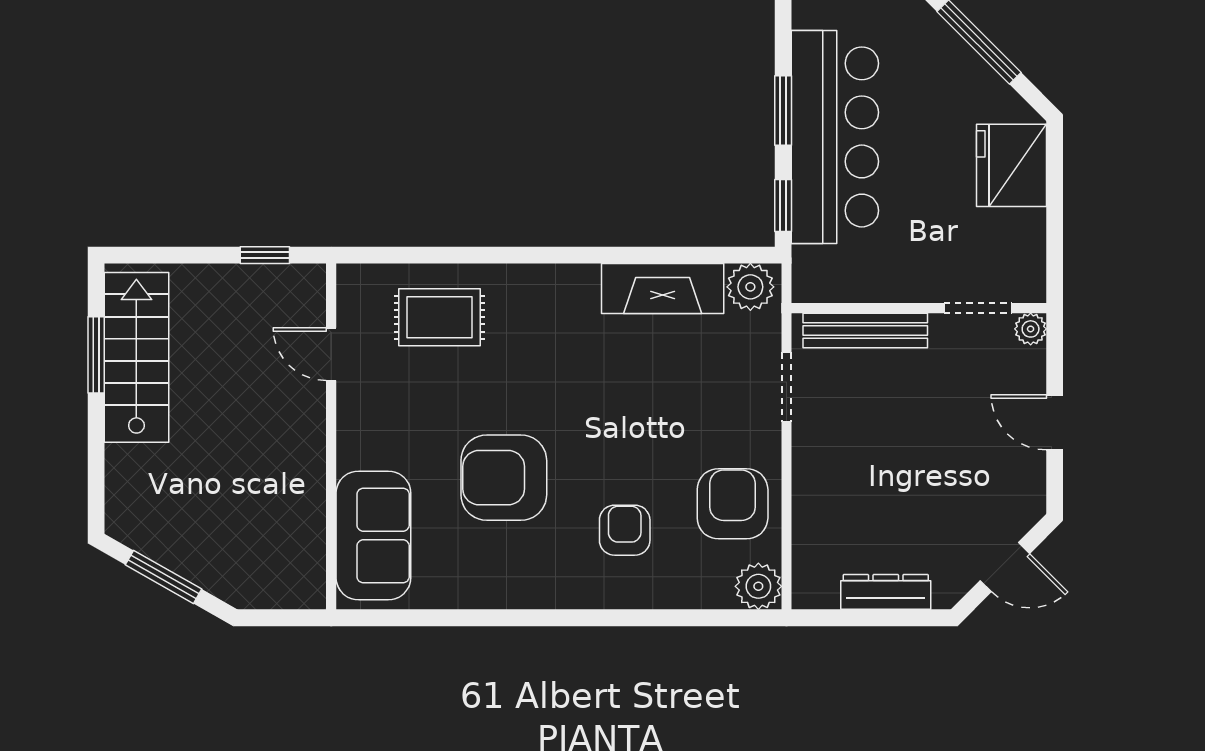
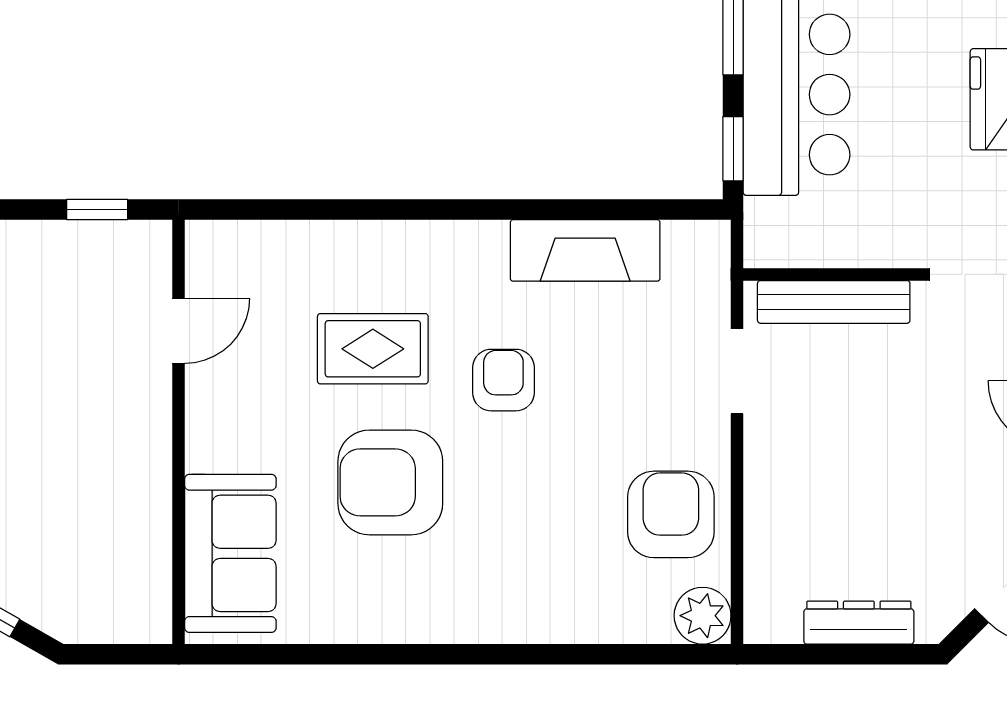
plant: (750, 287) -> (693, 248), removed
rug: (440, 317) -> (373, 349), moved
door: (331, 354) -> (179, 331), swing flipped
armchair: (625, 530) -> (503, 380), moved

